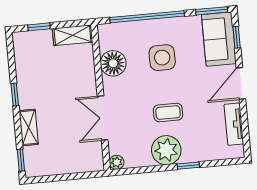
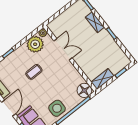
side table: (162, 58) -> (57, 108), moved
floor lamp: (113, 63) -> (84, 90), moved
plant: (166, 150) -> (35, 44), moved

